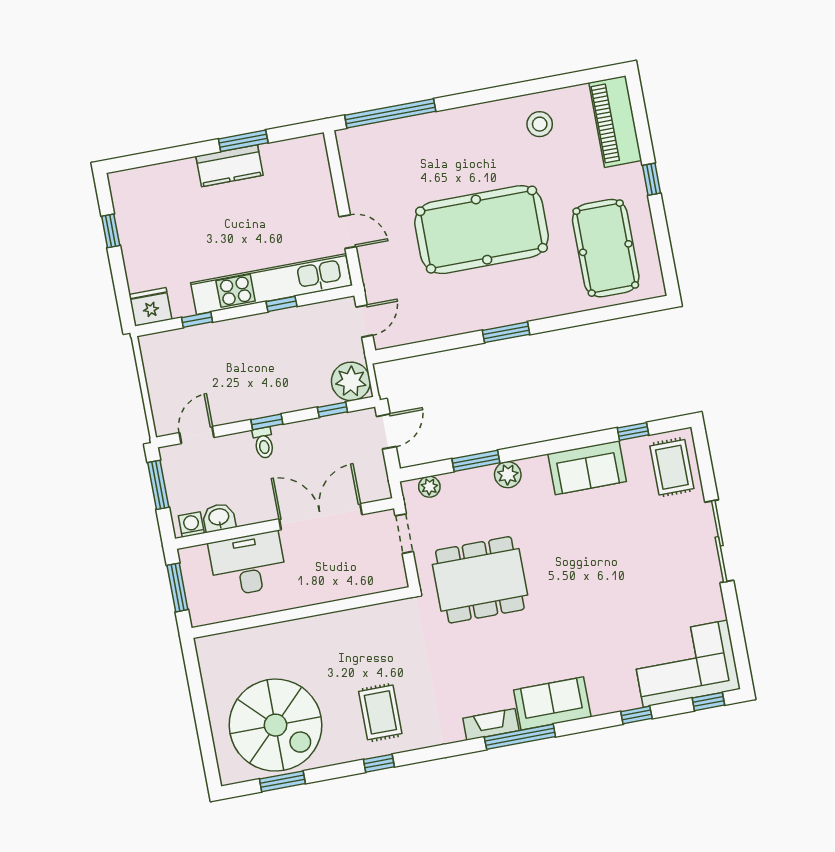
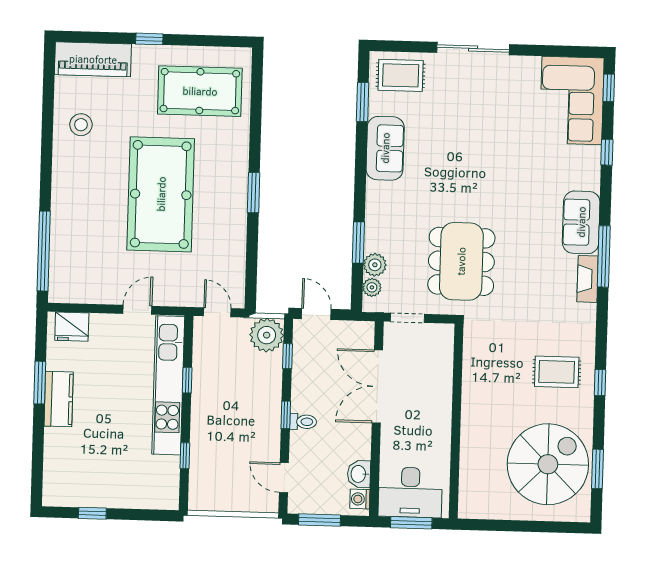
fridge: (150, 307) -> (72, 327), moved, turned -90
window: (633, 431) -> (363, 102), width x1.50
plant: (508, 475) -> (375, 265), moved
desk: (248, 564) -> (410, 492), moved, turned -90

